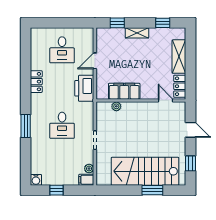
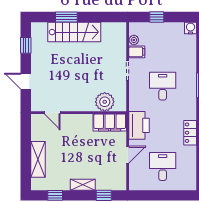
locker: (180, 86) -> (37, 128), removed
filing cabinet: (124, 91) -> (110, 122), moved
plant: (116, 106) -> (105, 102), width x1.88, depth x1.88
stairs: (145, 171) -> (74, 32), width x0.73, depth x0.66
filing cabinet: (86, 180) -> (137, 52), moved
window: (56, 190) -> (157, 17), moved

